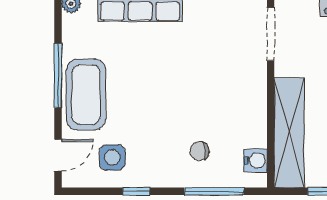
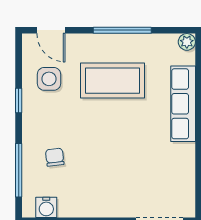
coffee table: (86, 95) -> (112, 81), moved

